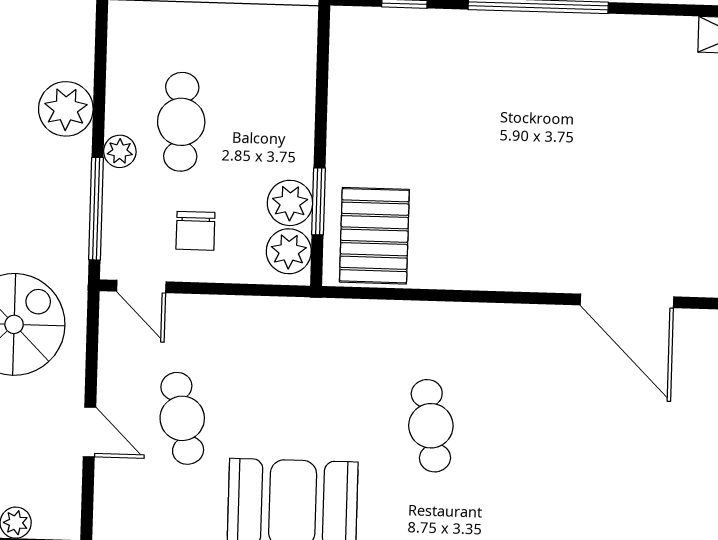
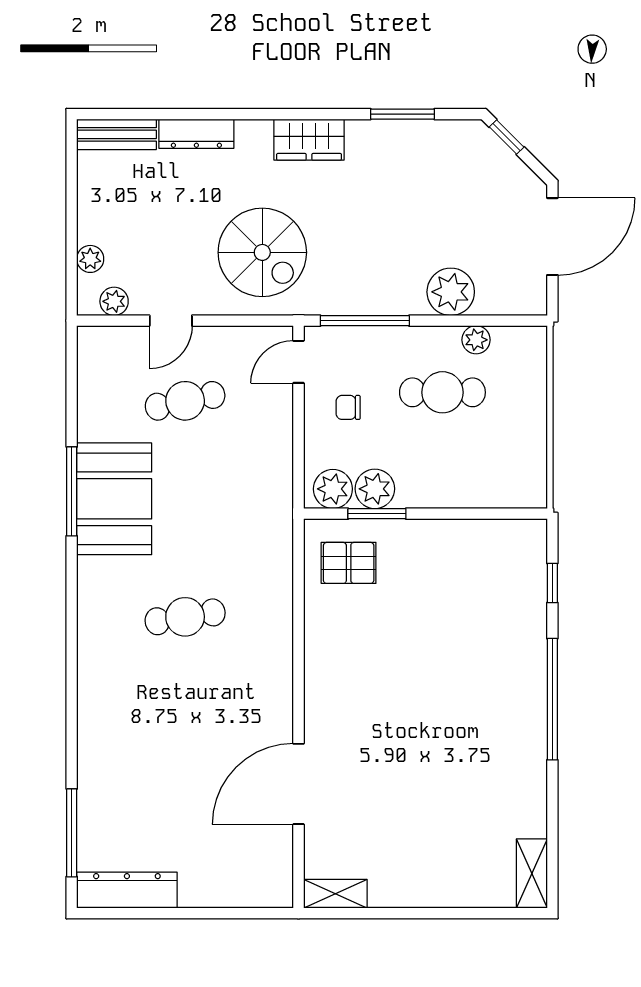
plant: (120, 151) -> (476, 340), moved
chair: (195, 231) -> (348, 407), width x0.73, depth x0.73
pallet: (374, 236) -> (349, 563), width x0.67, depth x0.71
plant: (65, 497) -> (114, 301), added

